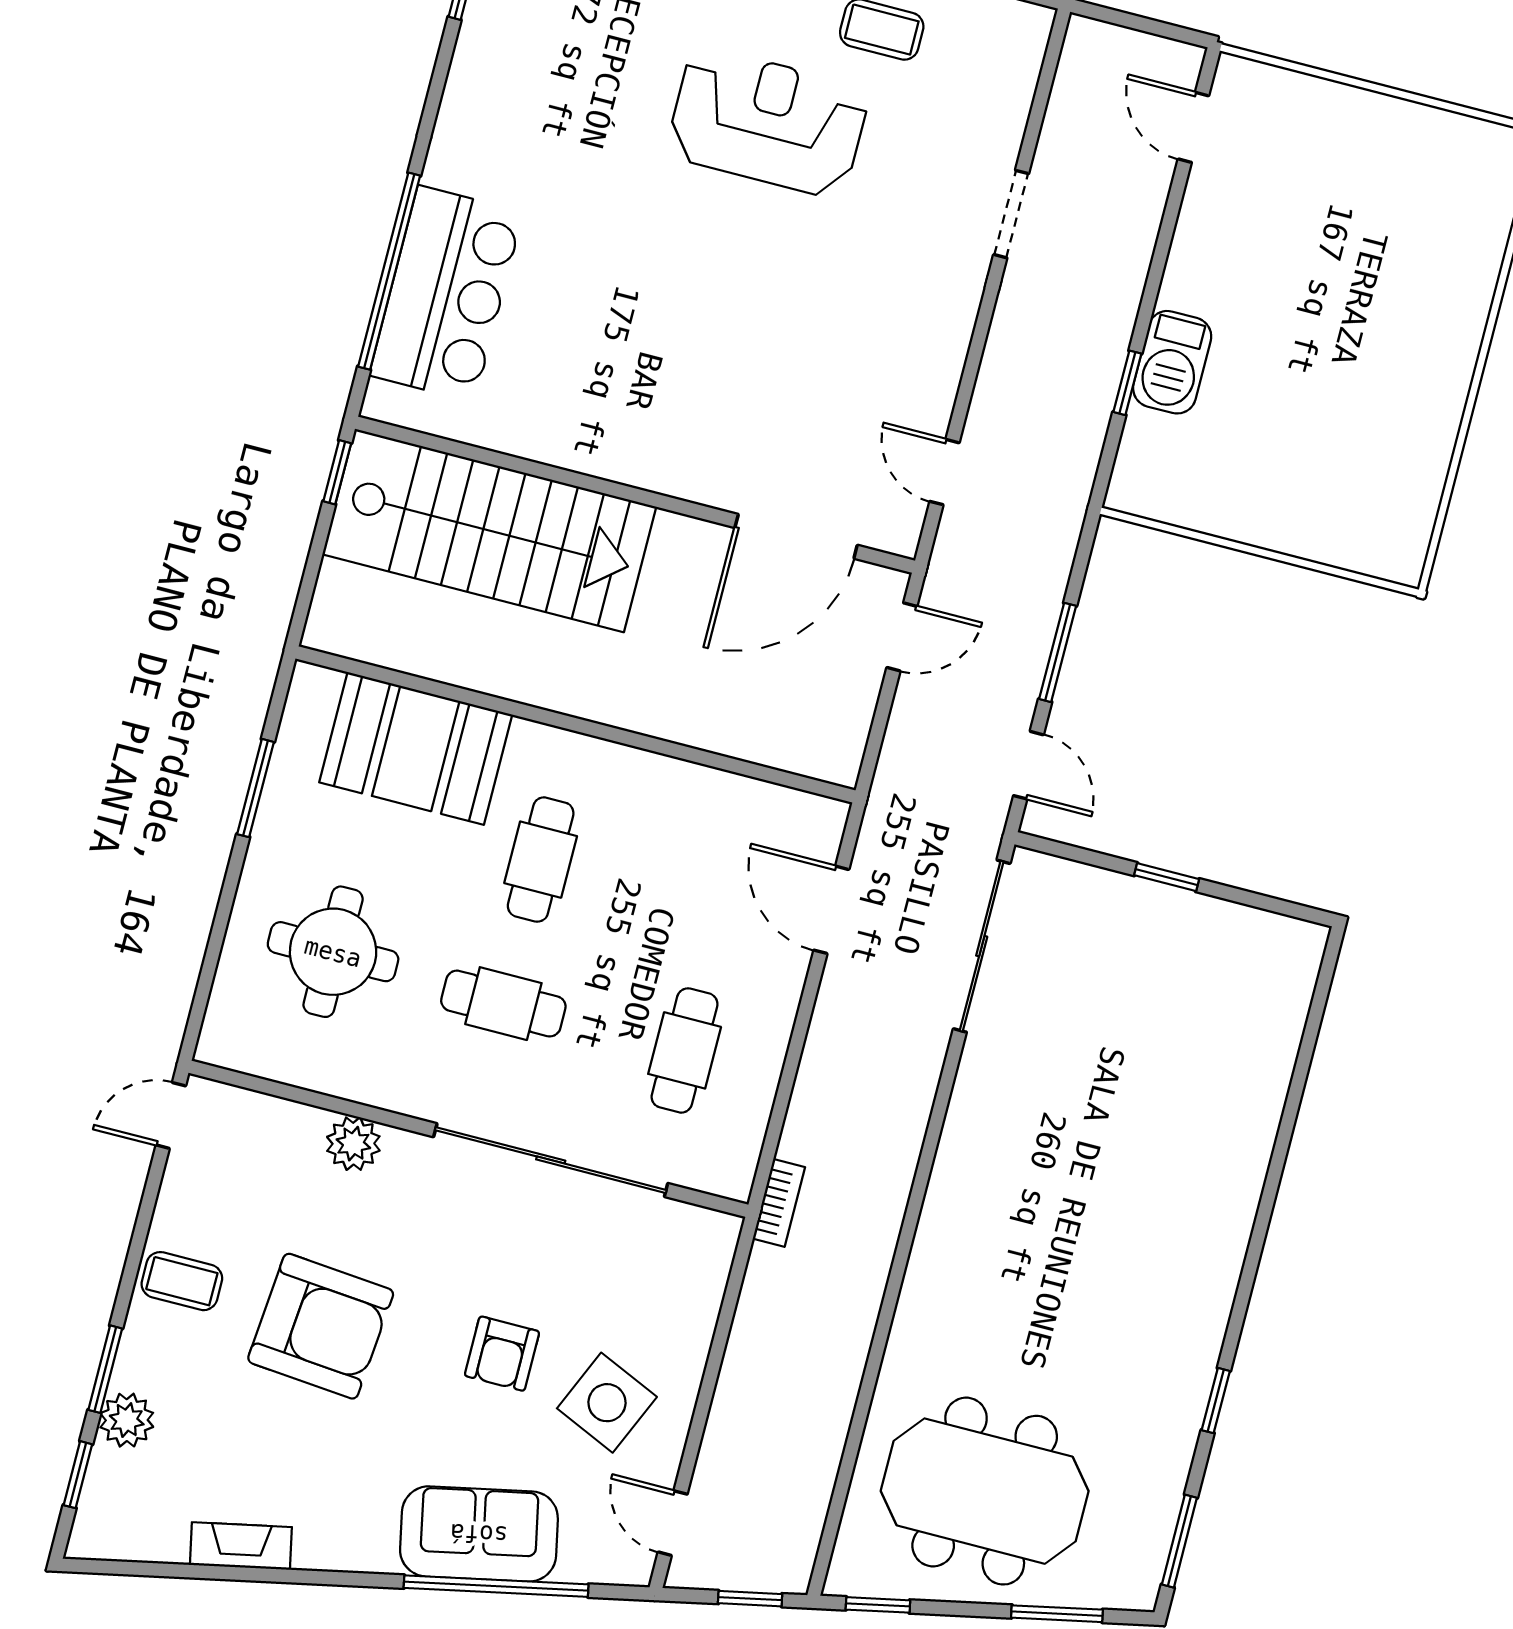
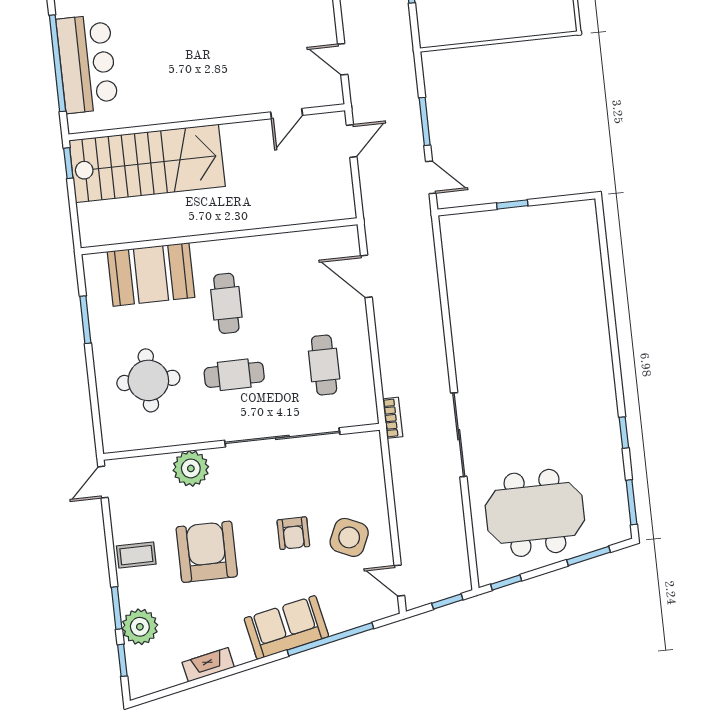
door: (796, 536) -> (287, 114), width x0.53
sliding door: (982, 946) -> (459, 435), moved
plant: (353, 1144) -> (191, 468), width x1.36, depth x1.36
armchair: (321, 1326) -> (207, 552), turned -95
plant: (127, 1420) -> (140, 627), width x1.36, depth x1.36
sofa: (479, 1534) -> (286, 627), moved

